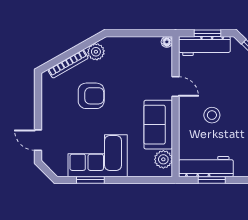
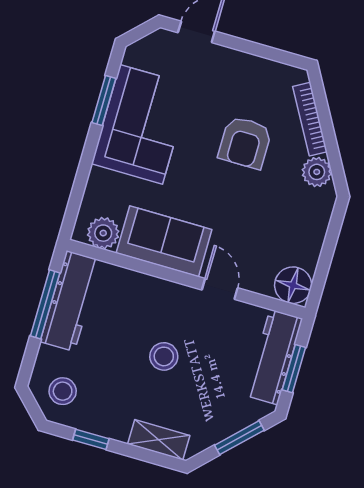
floor lamp: (167, 42) -> (293, 285), width x1.89, depth x1.89
door: (176, 87) -> (220, 289), swing flipped
stool: (212, 115) -> (164, 356), moved
window: (212, 180) -> (45, 304), width x1.44

